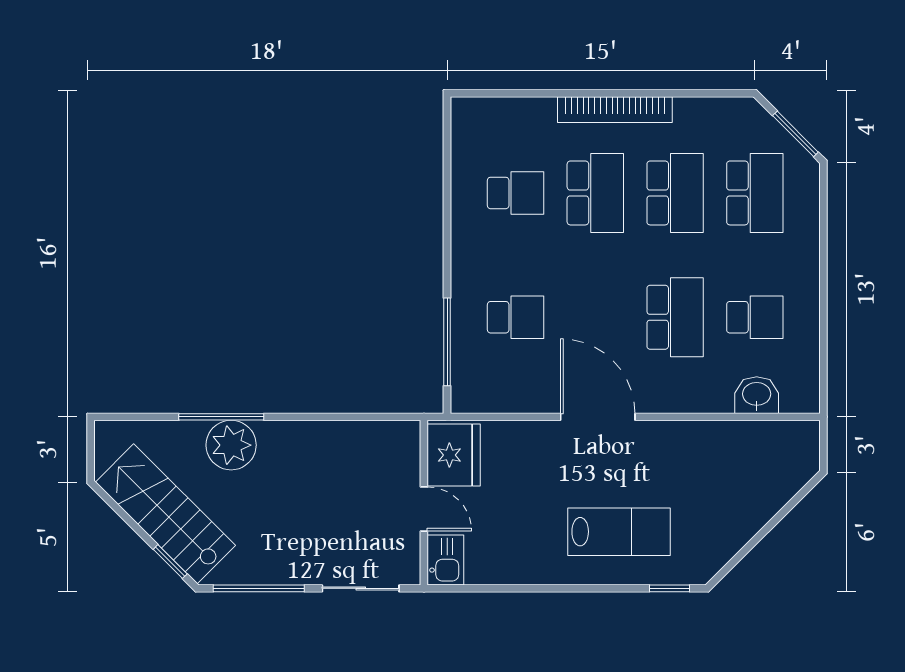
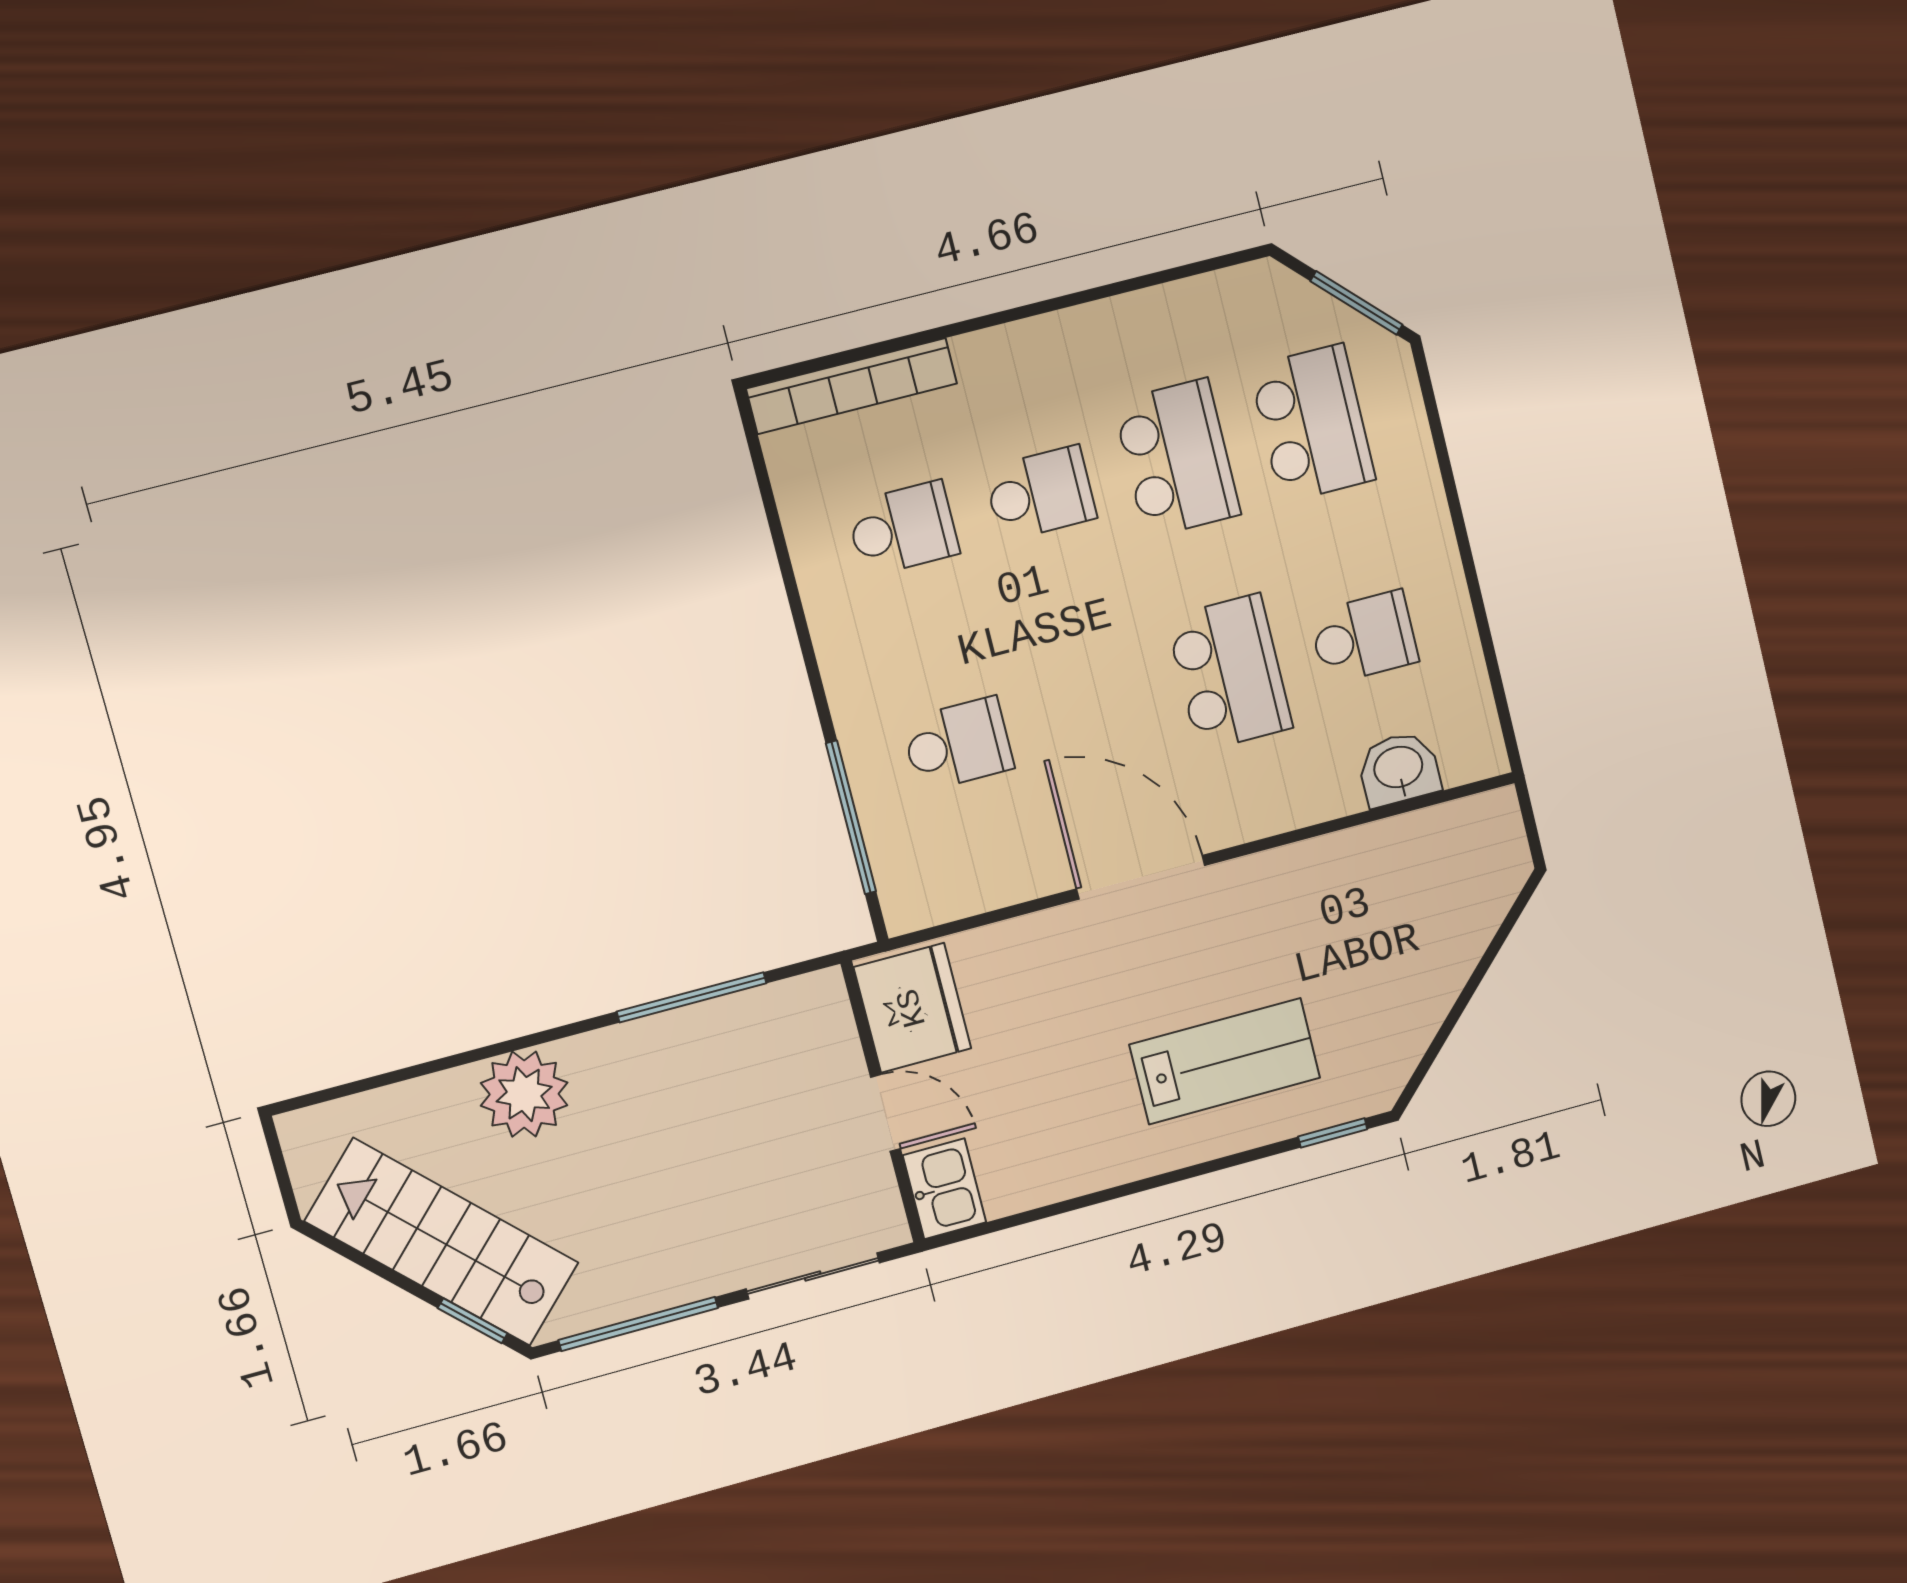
bookcase: (615, 110) -> (852, 386), moved
school desk: (595, 193) -> (1040, 493), width x0.54
window: (221, 417) -> (692, 997), moved

